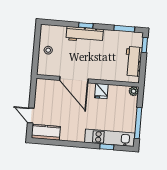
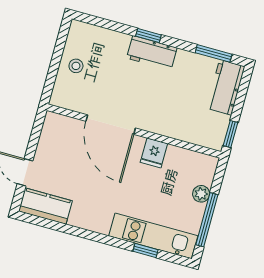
workbench: (85, 34) -> (152, 53), width x0.73
window: (145, 45) -> (230, 134), moved
workbench: (133, 61) -> (226, 87), moved
plant: (134, 91) -> (201, 194), moved

